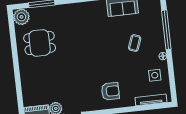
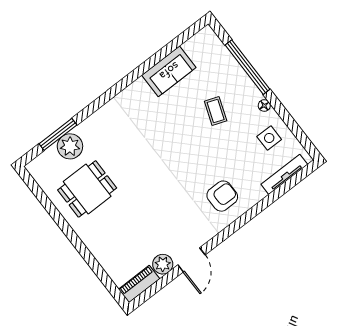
plant: (21, 17) -> (70, 146), moved

